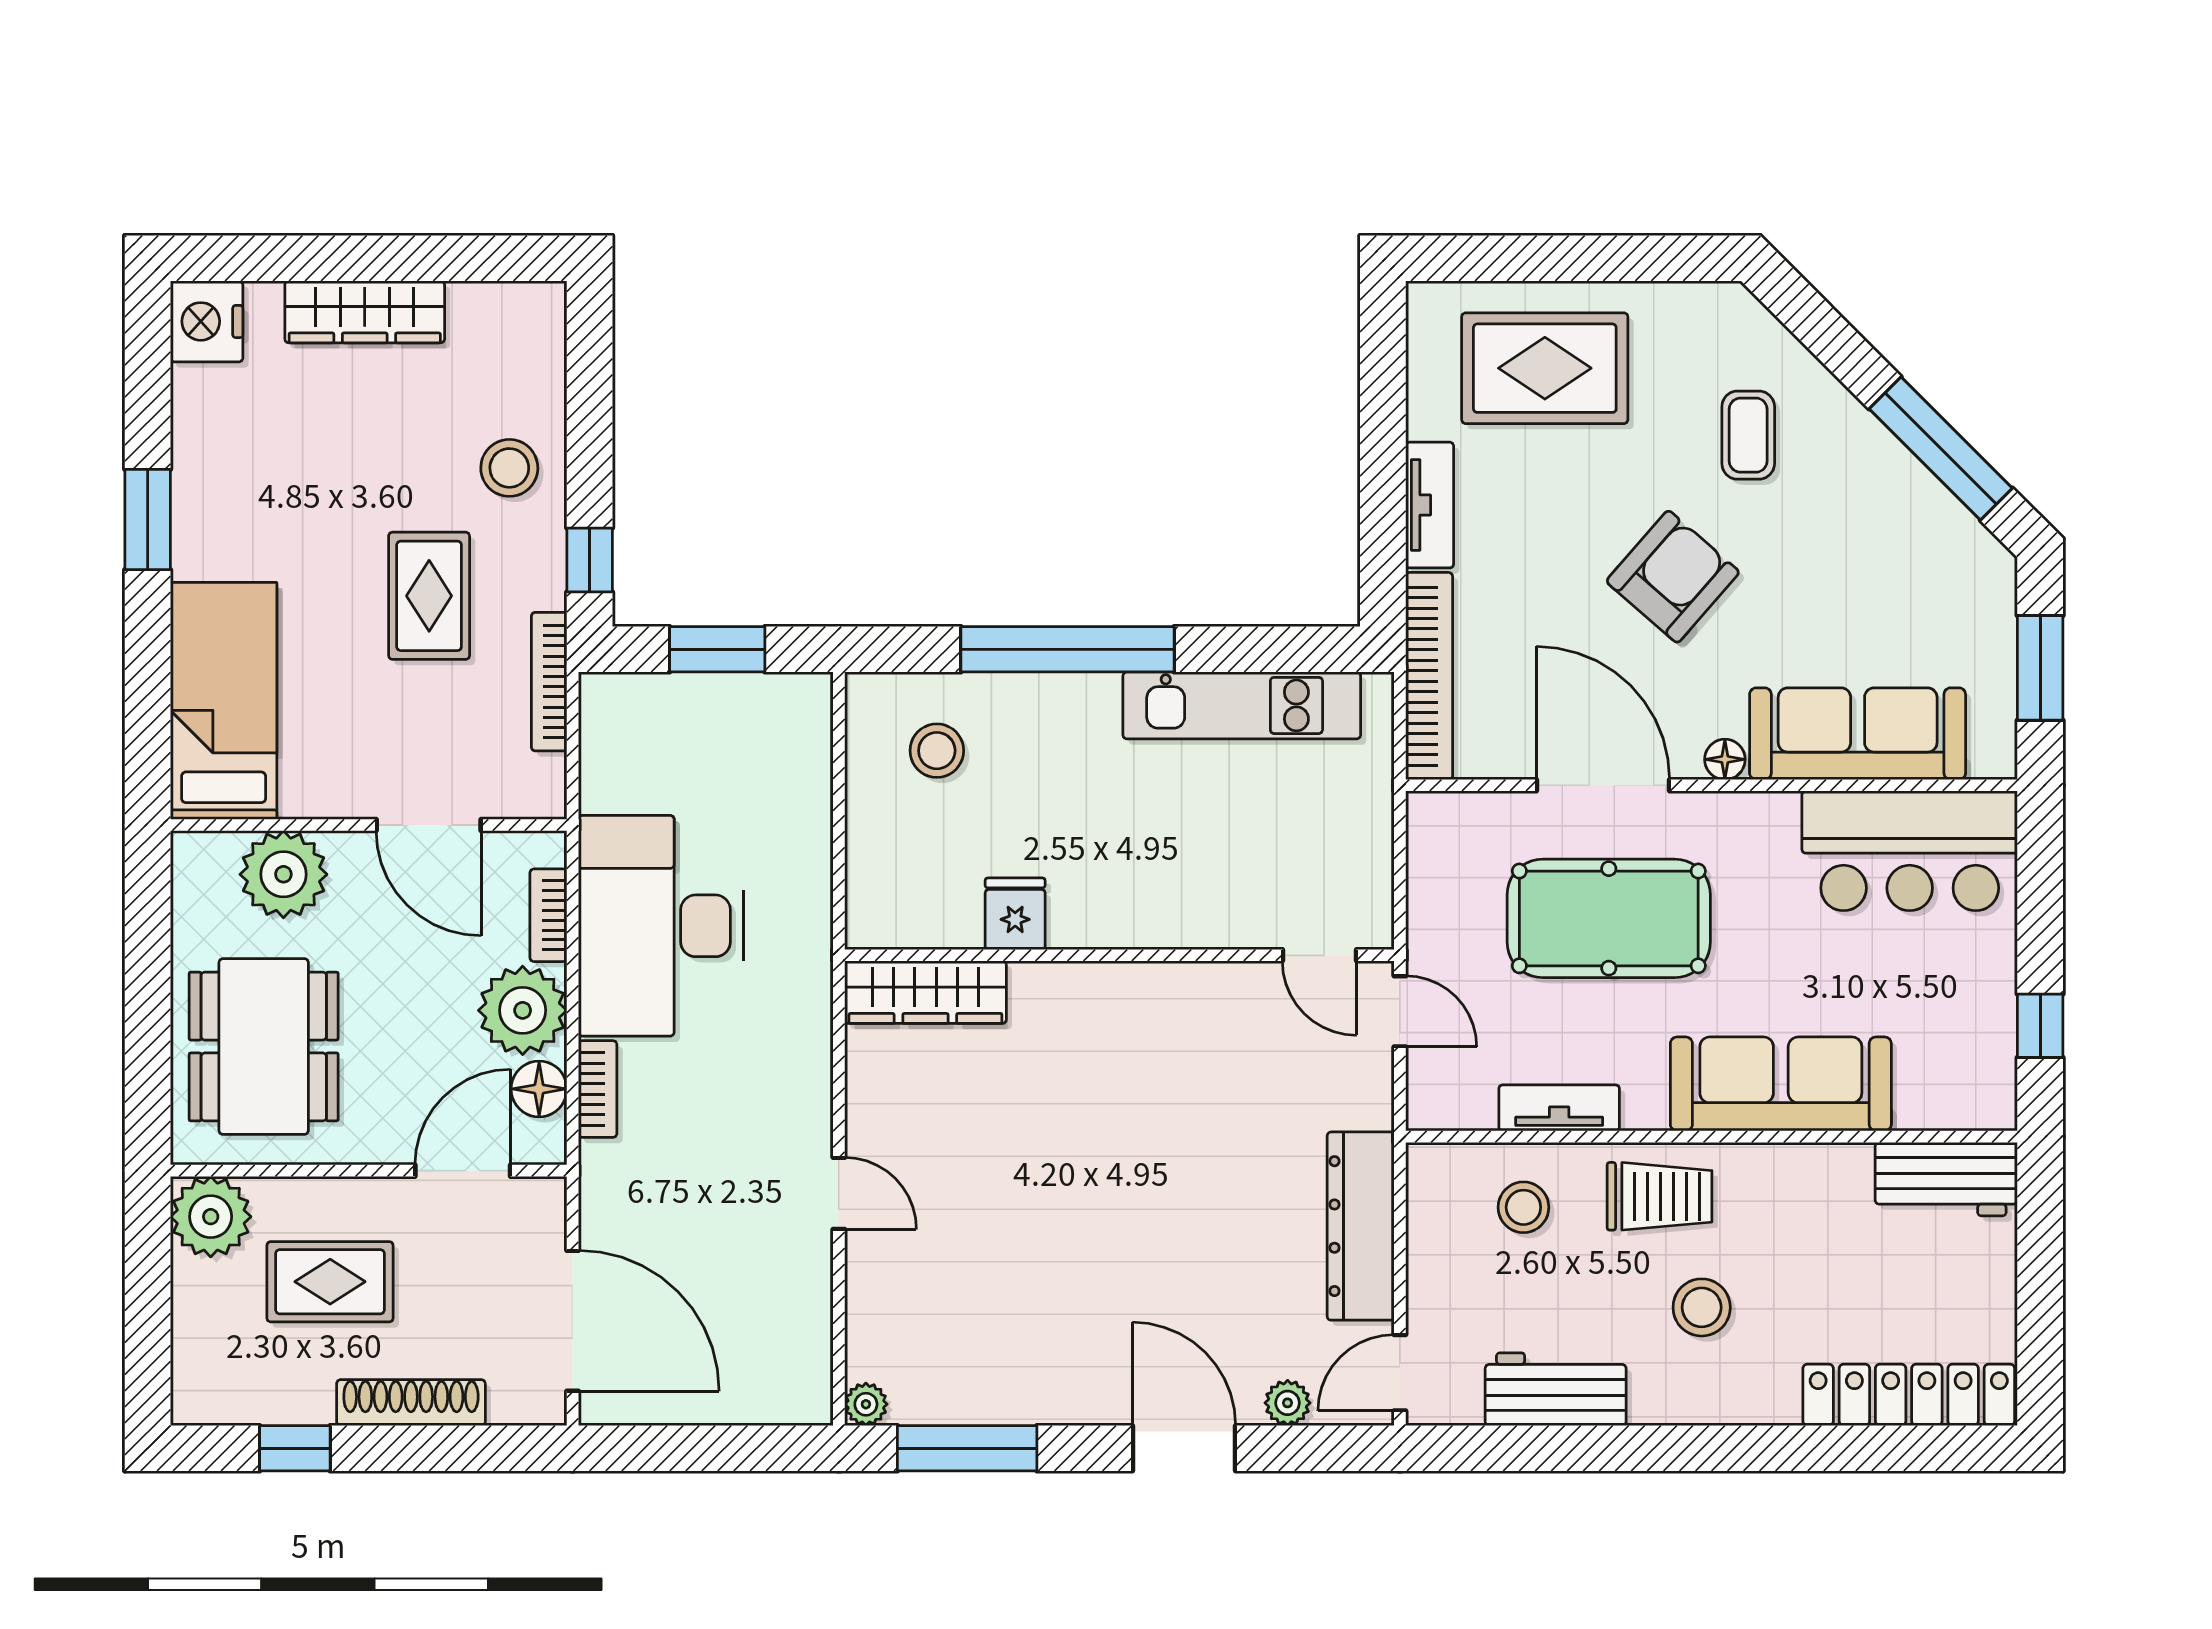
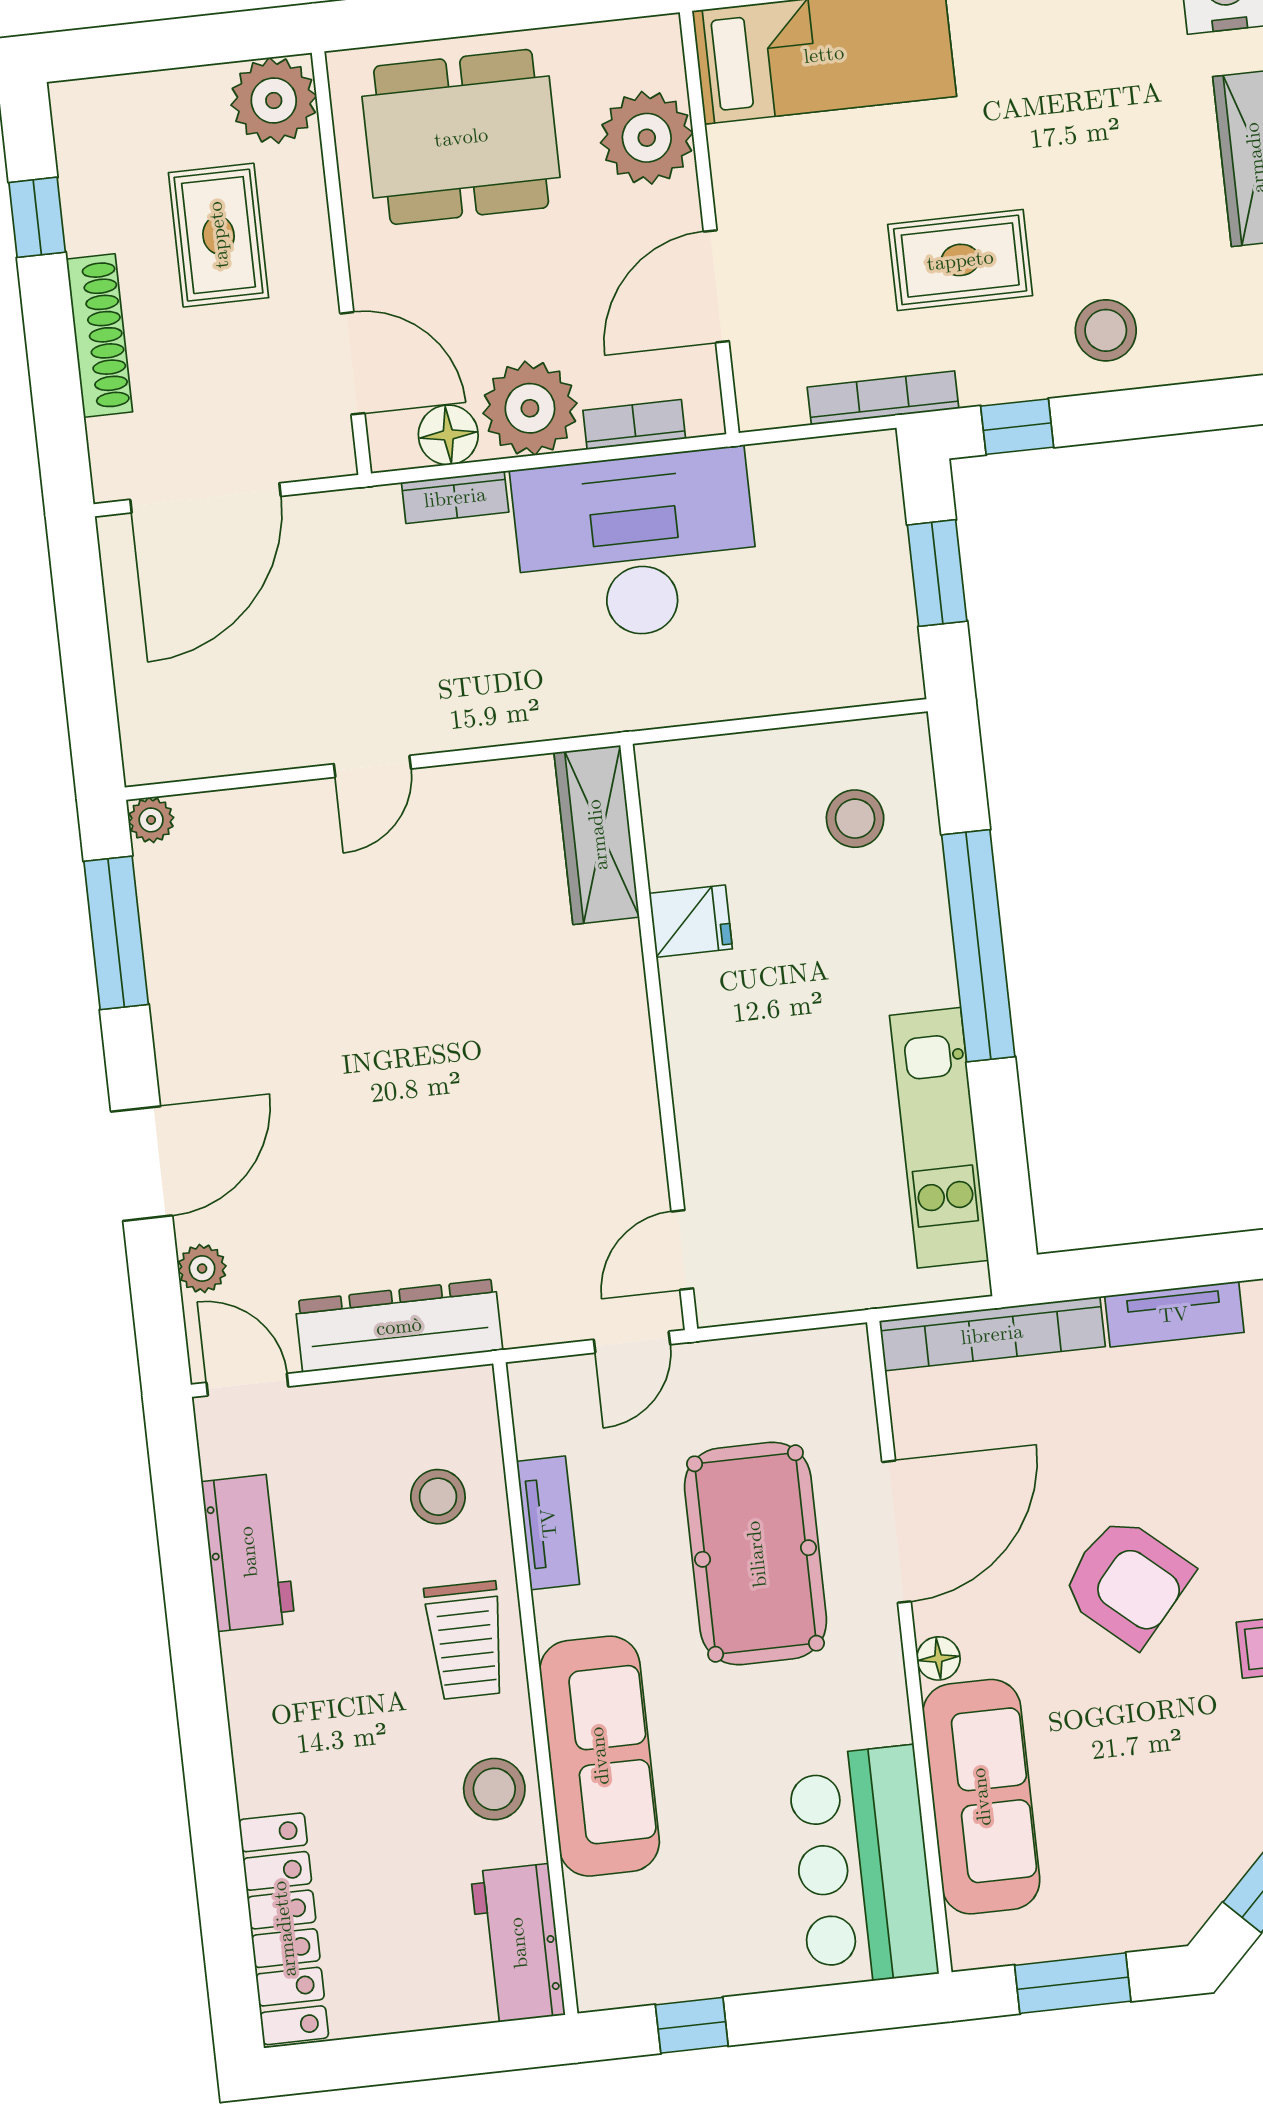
stool: (1702, 1307) -> (494, 1789), moved

